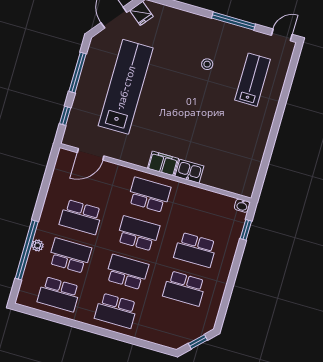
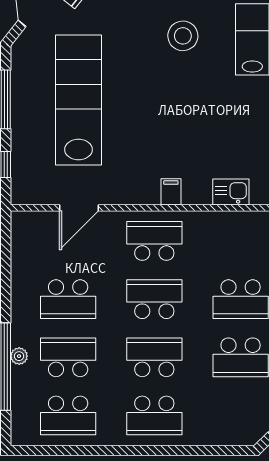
stool: (207, 64) -> (183, 36), width x1.89, depth x1.89
door: (91, 154) -> (79, 208), moved
filing cabinet: (163, 164) -> (171, 192), width x0.50
kitchen sink: (189, 171) -> (231, 192), moved

